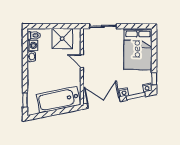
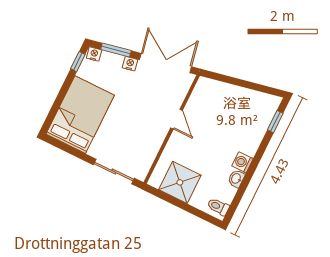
washing machine: (32, 45) -> (242, 162), moved
door: (82, 61) -> (177, 119), moved
bathtub: (58, 100) -> (228, 99), removed
double door: (104, 102) -> (166, 63), swing flipped

